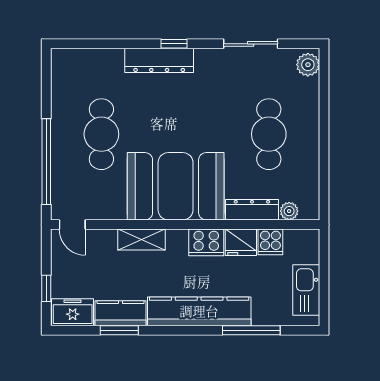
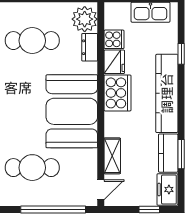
dresser: (252, 210) -> (90, 47), width x0.70
plant: (289, 211) -> (85, 19), width x1.87, depth x1.87
shelving: (141, 240) -> (112, 156), moved
cooker: (206, 242) -> (118, 93), width x1.37, depth x1.31
window: (251, 330) -> (181, 54), width x0.46

